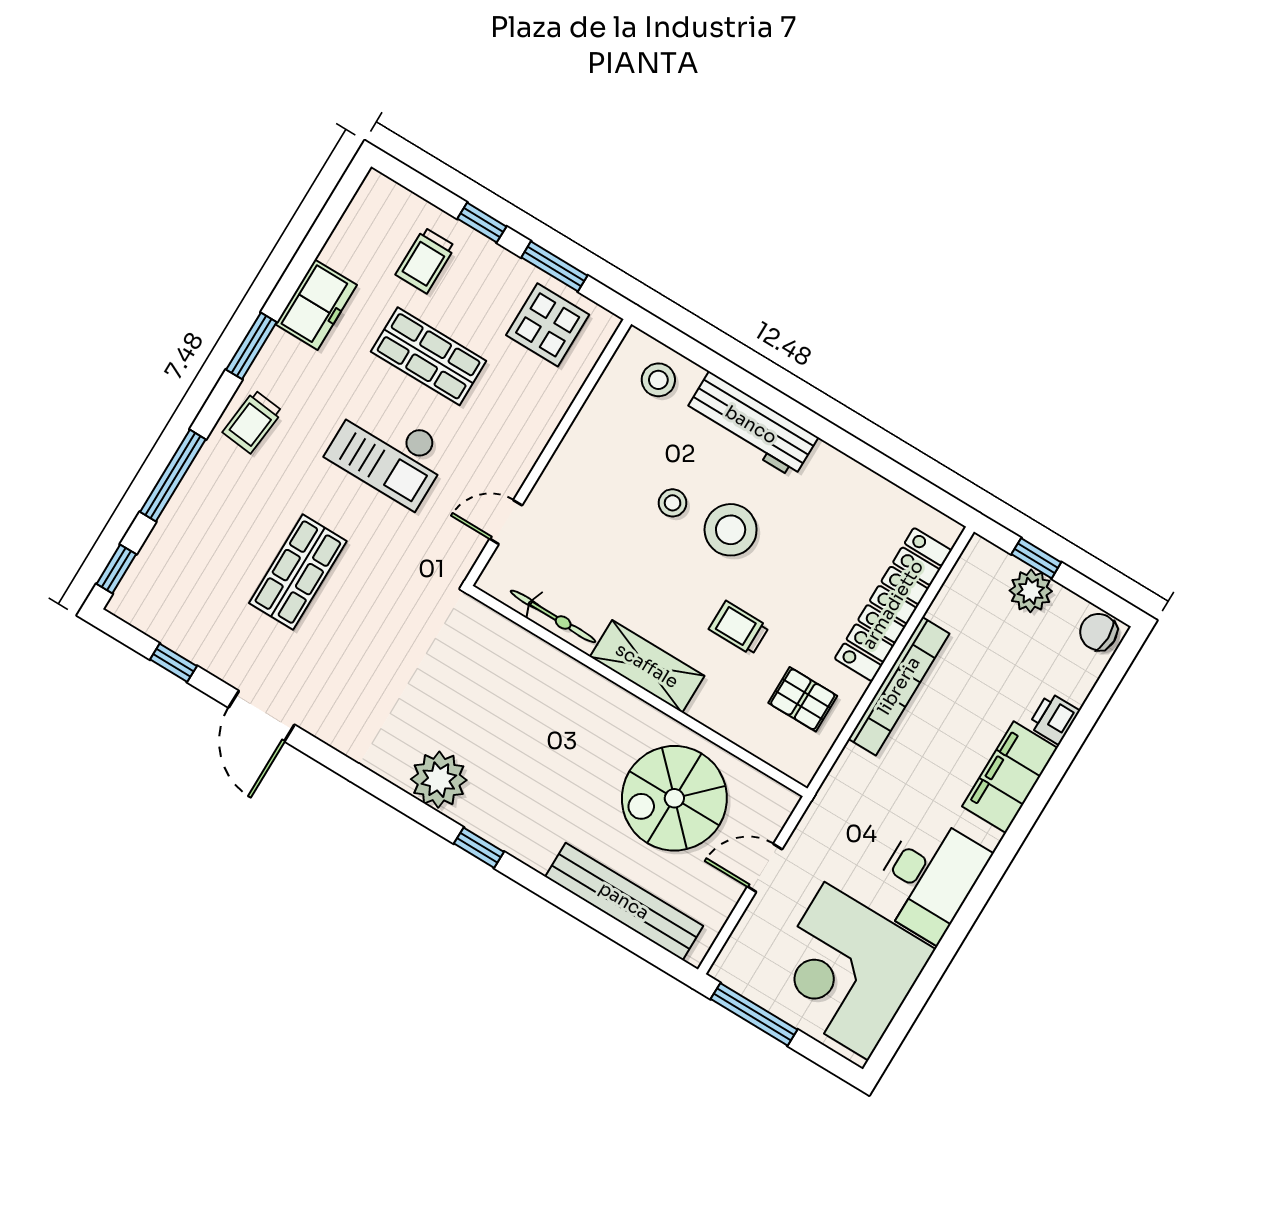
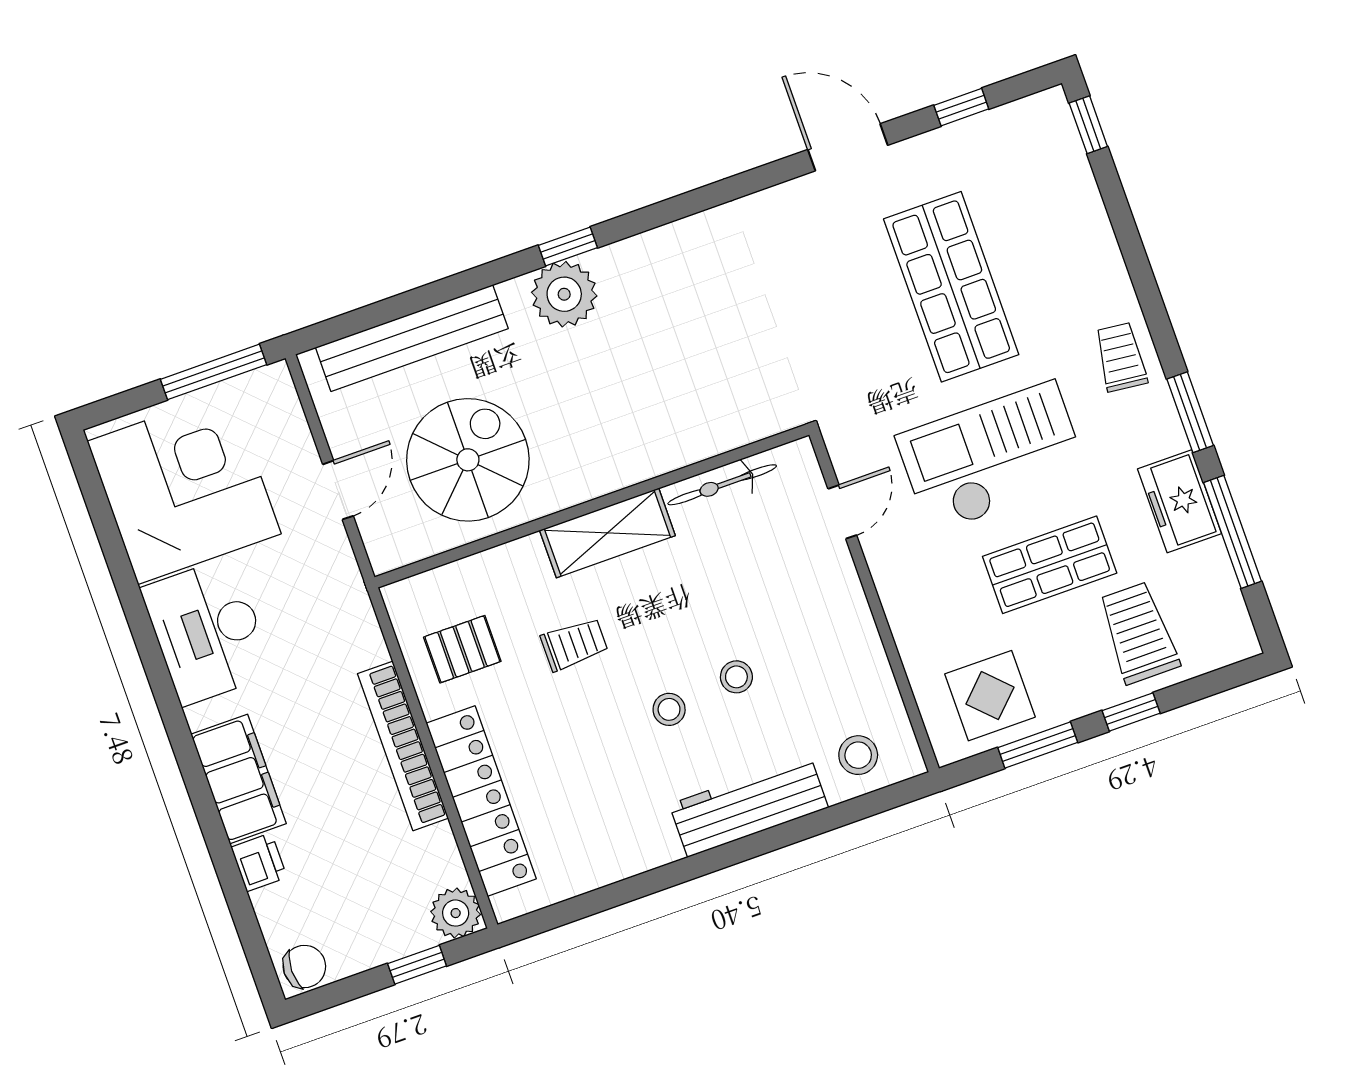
trolley: (425, 260) -> (1139, 633), width x1.36, depth x1.39
checkout: (389, 452) -> (992, 457), width x1.36, depth x1.21
window: (173, 476) -> (1232, 532), moved
stool: (731, 530) -> (669, 709), width x0.53, depth x0.53
shop shelf: (298, 572) -> (951, 287), width x1.43, depth x1.36
plant: (1031, 591) -> (456, 913), moved
plant: (439, 780) -> (564, 294), moved

